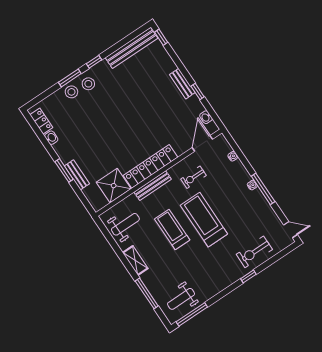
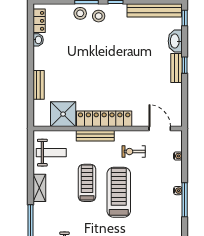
window: (198, 91) -> (185, 65), moved
washbasin: (206, 117) -> (175, 41), moved, width x1.91, depth x1.45
door: (202, 143) -> (160, 128), hinge flipped
window: (64, 170) -> (30, 74), removed

